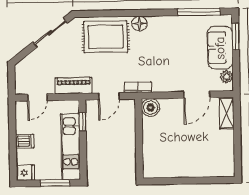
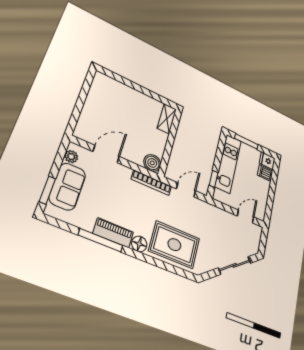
window: (199, 12) -> (101, 240), moved
sliding door: (50, 33) -> (235, 265), moved
piano: (74, 86) -> (113, 233), moved, turned 180
bookcase: (138, 87) -> (151, 183), width x1.56
shelving: (227, 113) -> (167, 119), moved
dishwasher: (25, 141) -> (265, 173), moved

